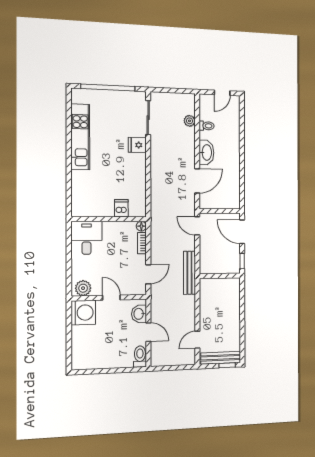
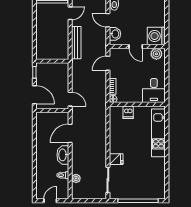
kitchen unit: (80, 137) -> (158, 133), moved
bench: (189, 273) -> (76, 43), moved

